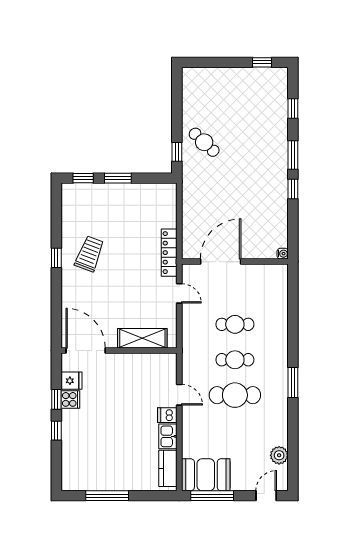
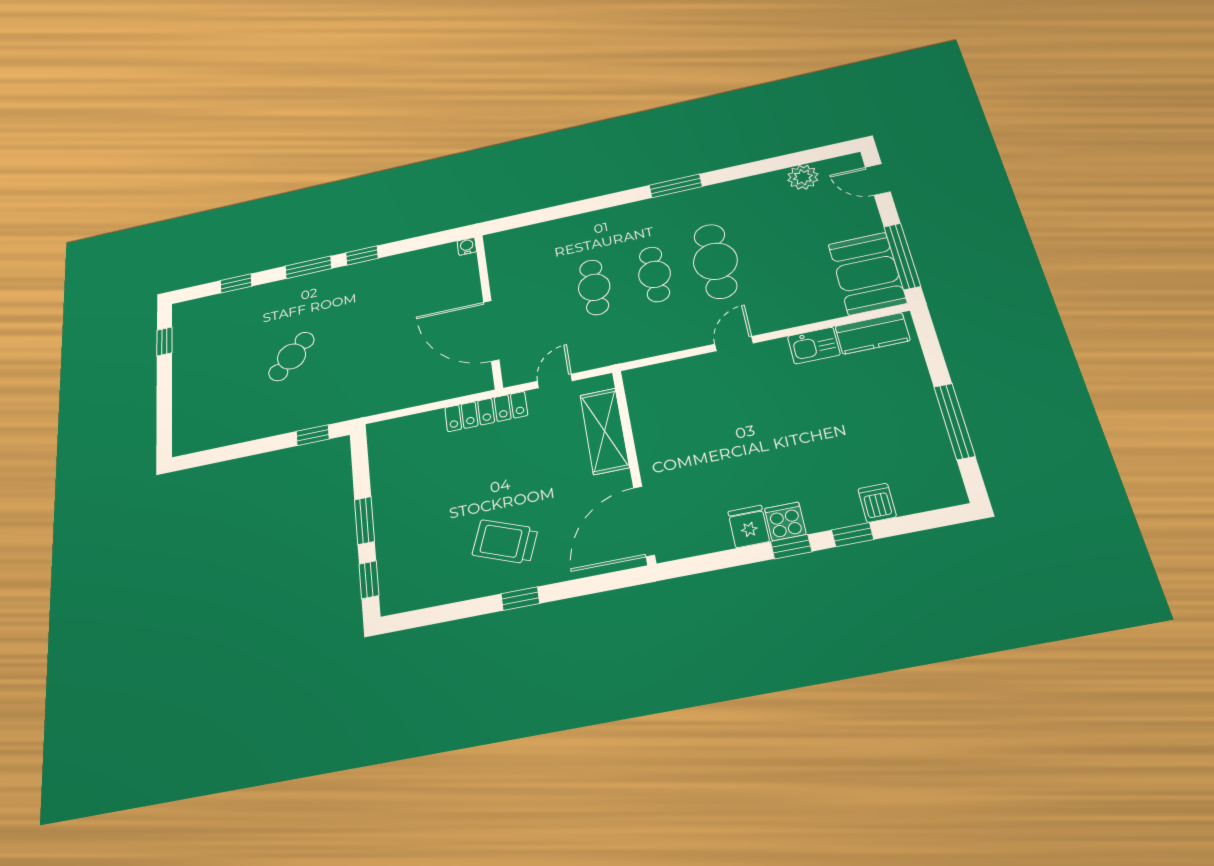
cafe table: (204, 142) -> (291, 356), moved
shelving: (142, 338) -> (604, 431), moved
door: (86, 350) -> (644, 521), moved
wall: (119, 350) -> (634, 464), moved
dishwasher: (167, 415) -> (877, 503), moved, turned 180

